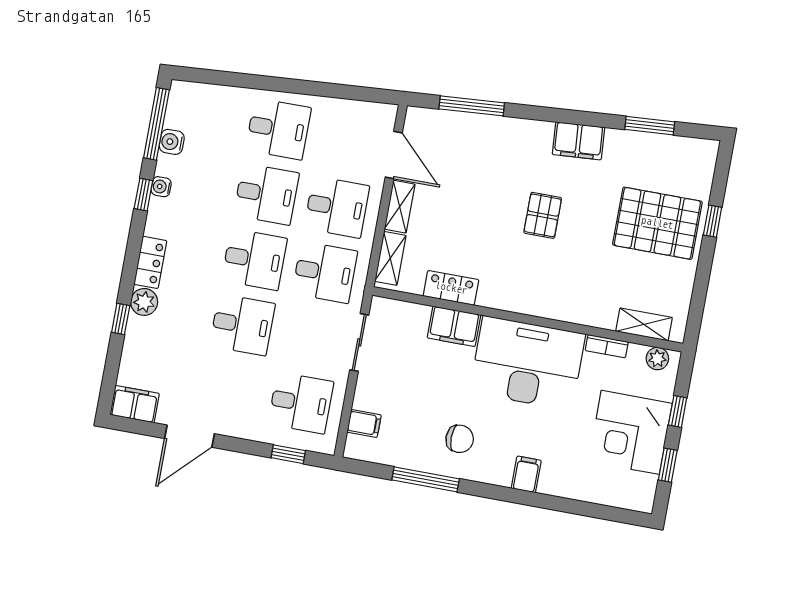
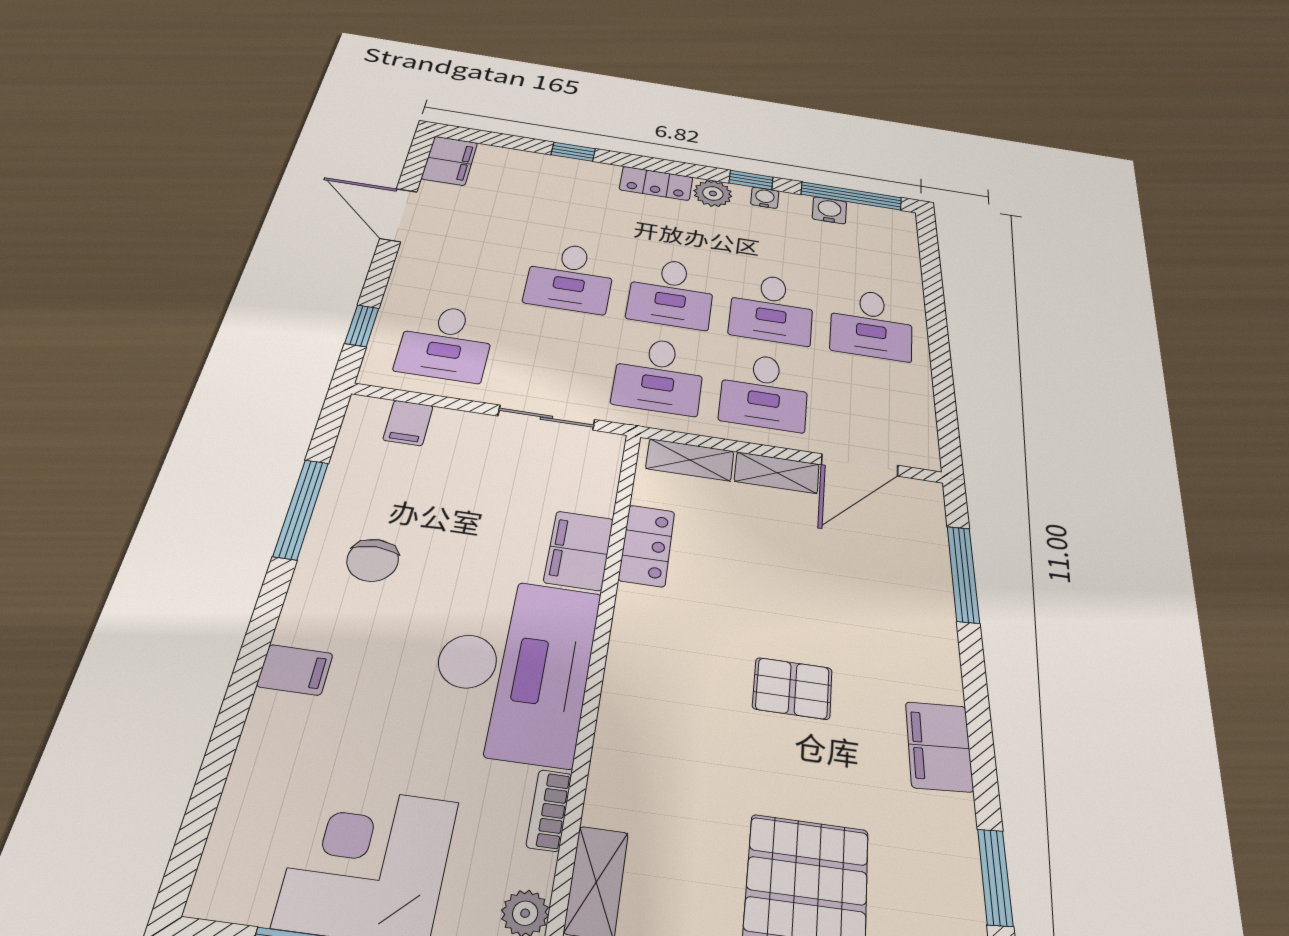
plant: (144, 302) -> (713, 193), moved

